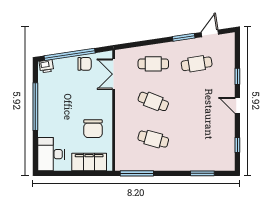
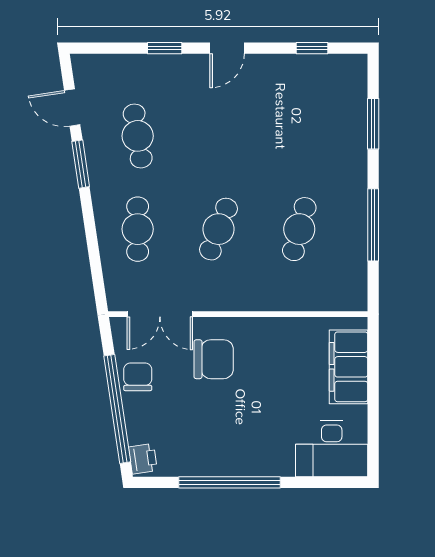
chair: (93, 129) -> (214, 359), moved
window: (137, 173) -> (373, 225), moved

